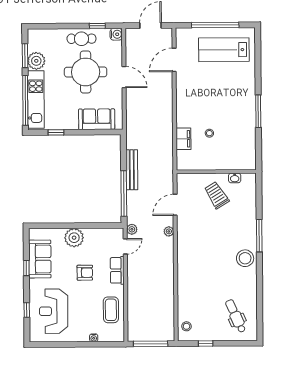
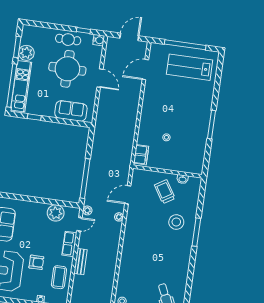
filing cabinet: (183, 139) -> (141, 155), moved
bench: (132, 170) -> (80, 262), moved, width x0.73
plant: (74, 238) -> (56, 213), moved
stool: (245, 258) -> (176, 222), moved
armchair: (85, 273) -> (36, 262), moved

